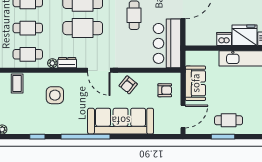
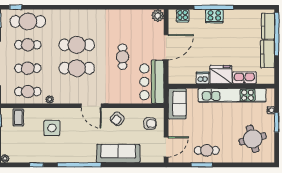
dresser: (67, 63) -> (63, 99), removed
sofa: (195, 83) -> (177, 104), moved
sofa: (121, 121) -> (118, 154), width x0.74, depth x0.79

